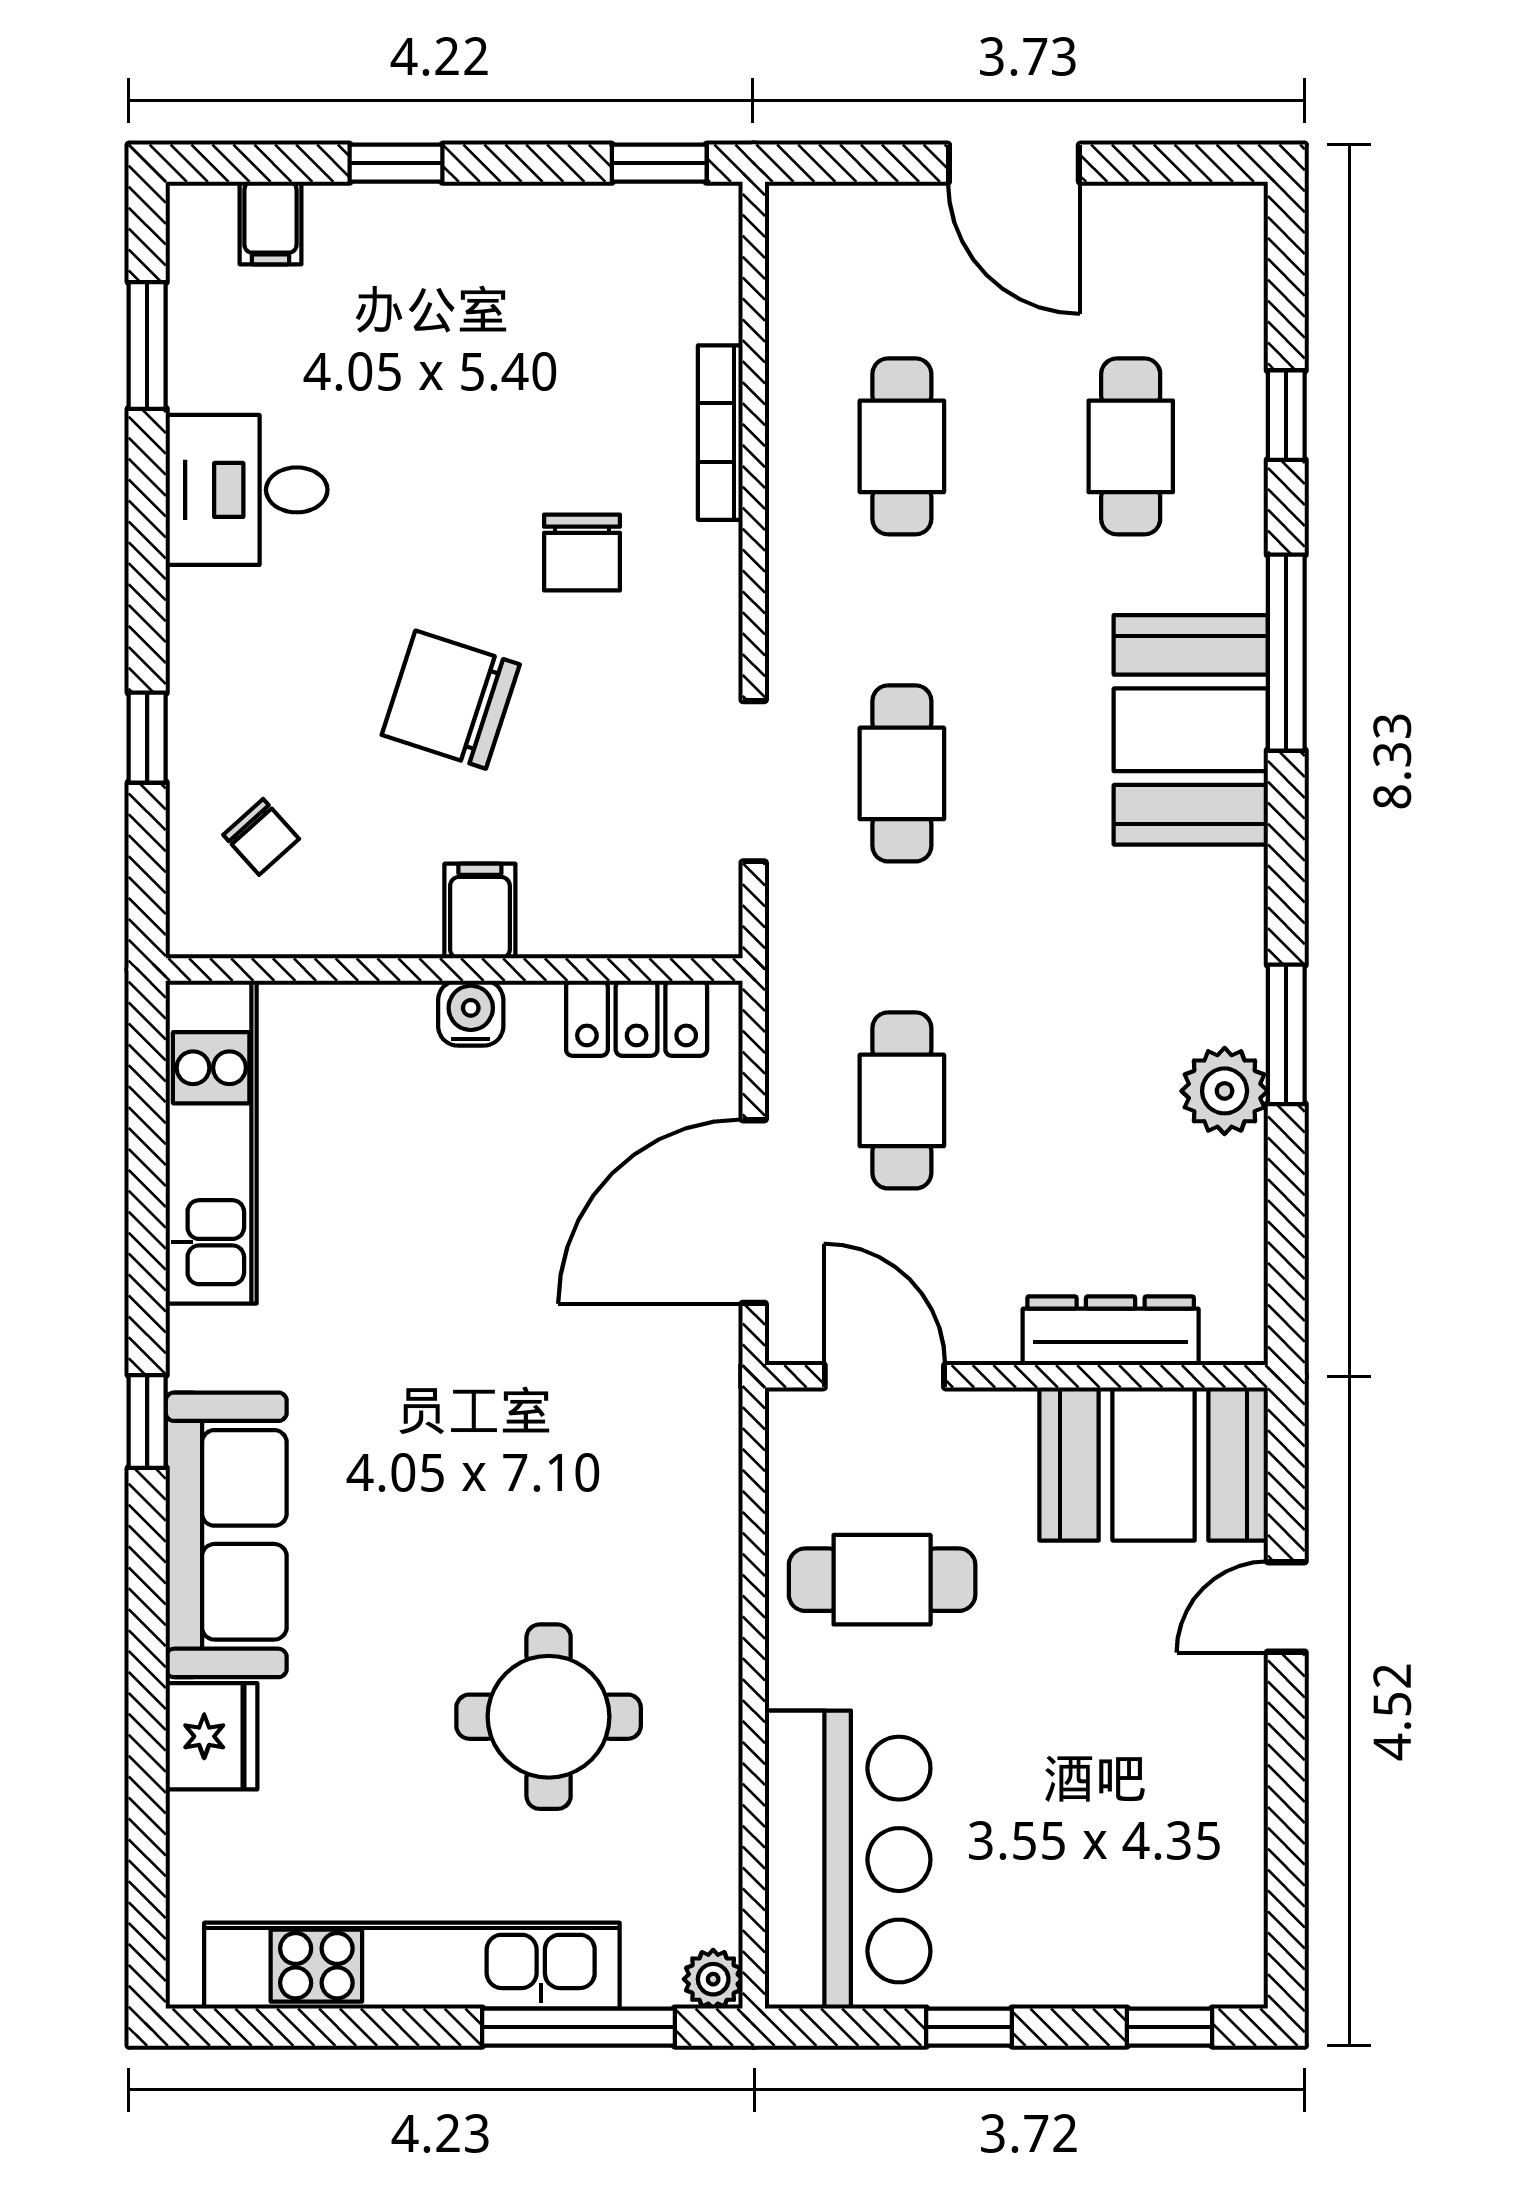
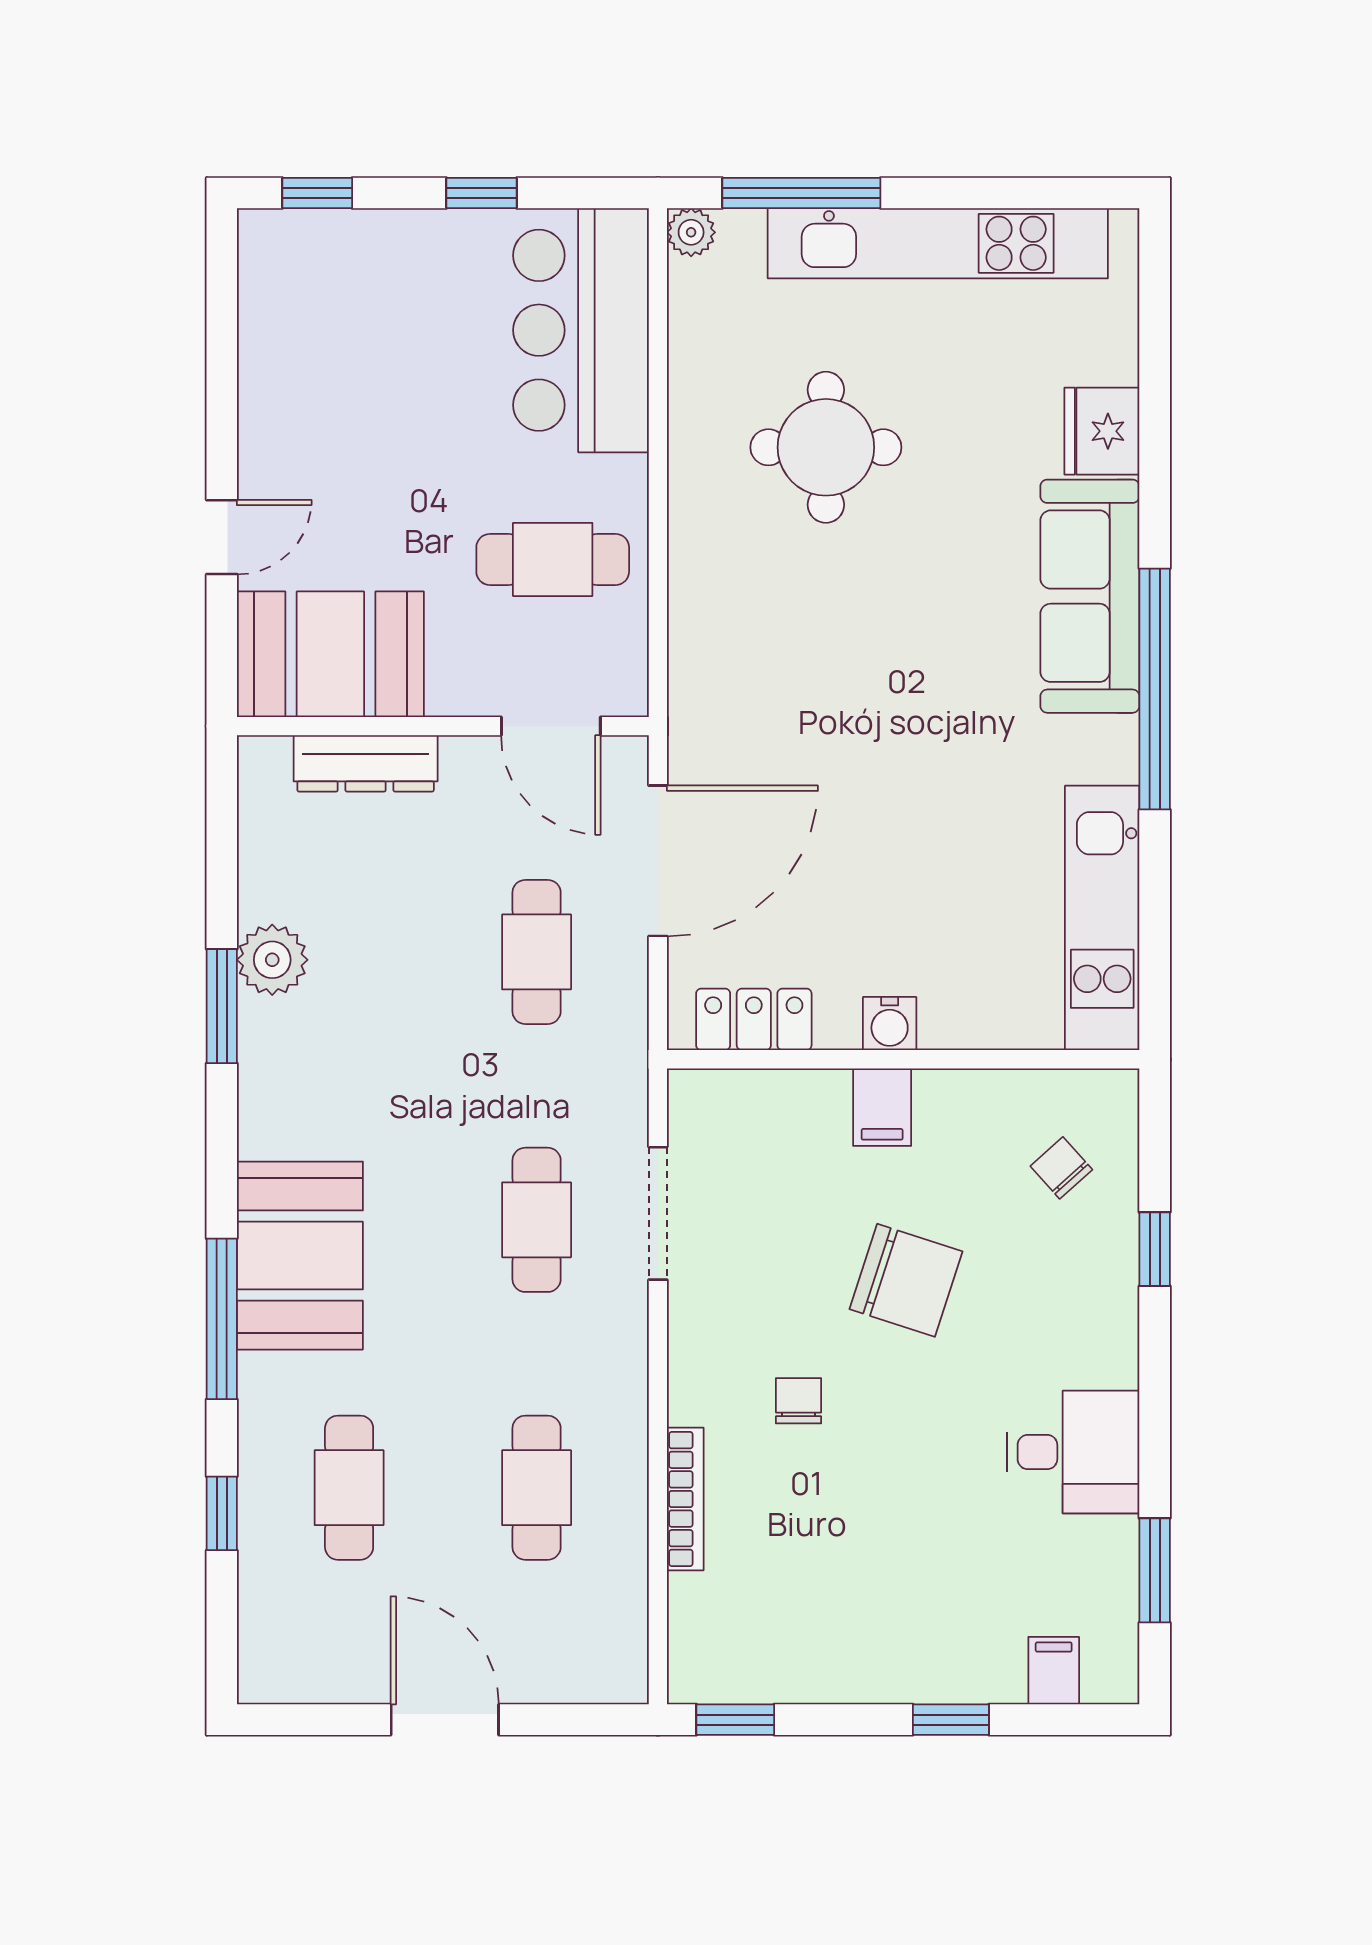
chair: (582, 553) -> (799, 1401), width x0.73, depth x0.73
window: (147, 1421) -> (1155, 689), width x3.17

